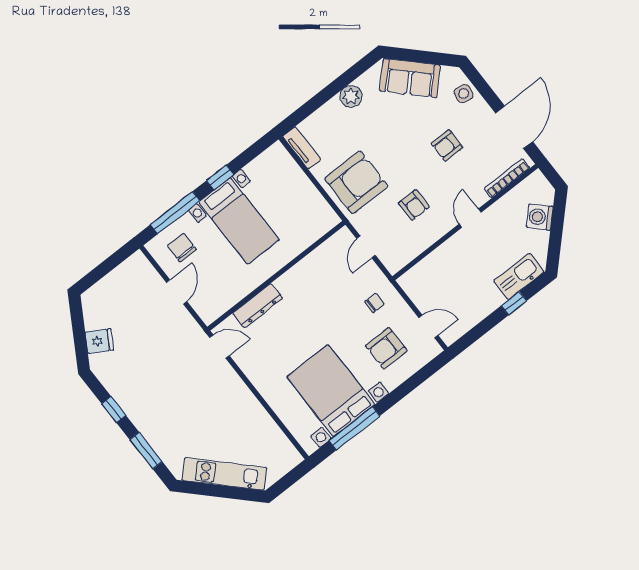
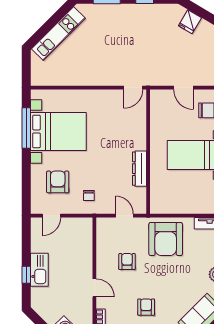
armchair: (414, 205) -> (127, 262), turned 90
kitchen sink: (519, 276) -> (39, 270), moved
dresser: (258, 306) -> (139, 169), moved

